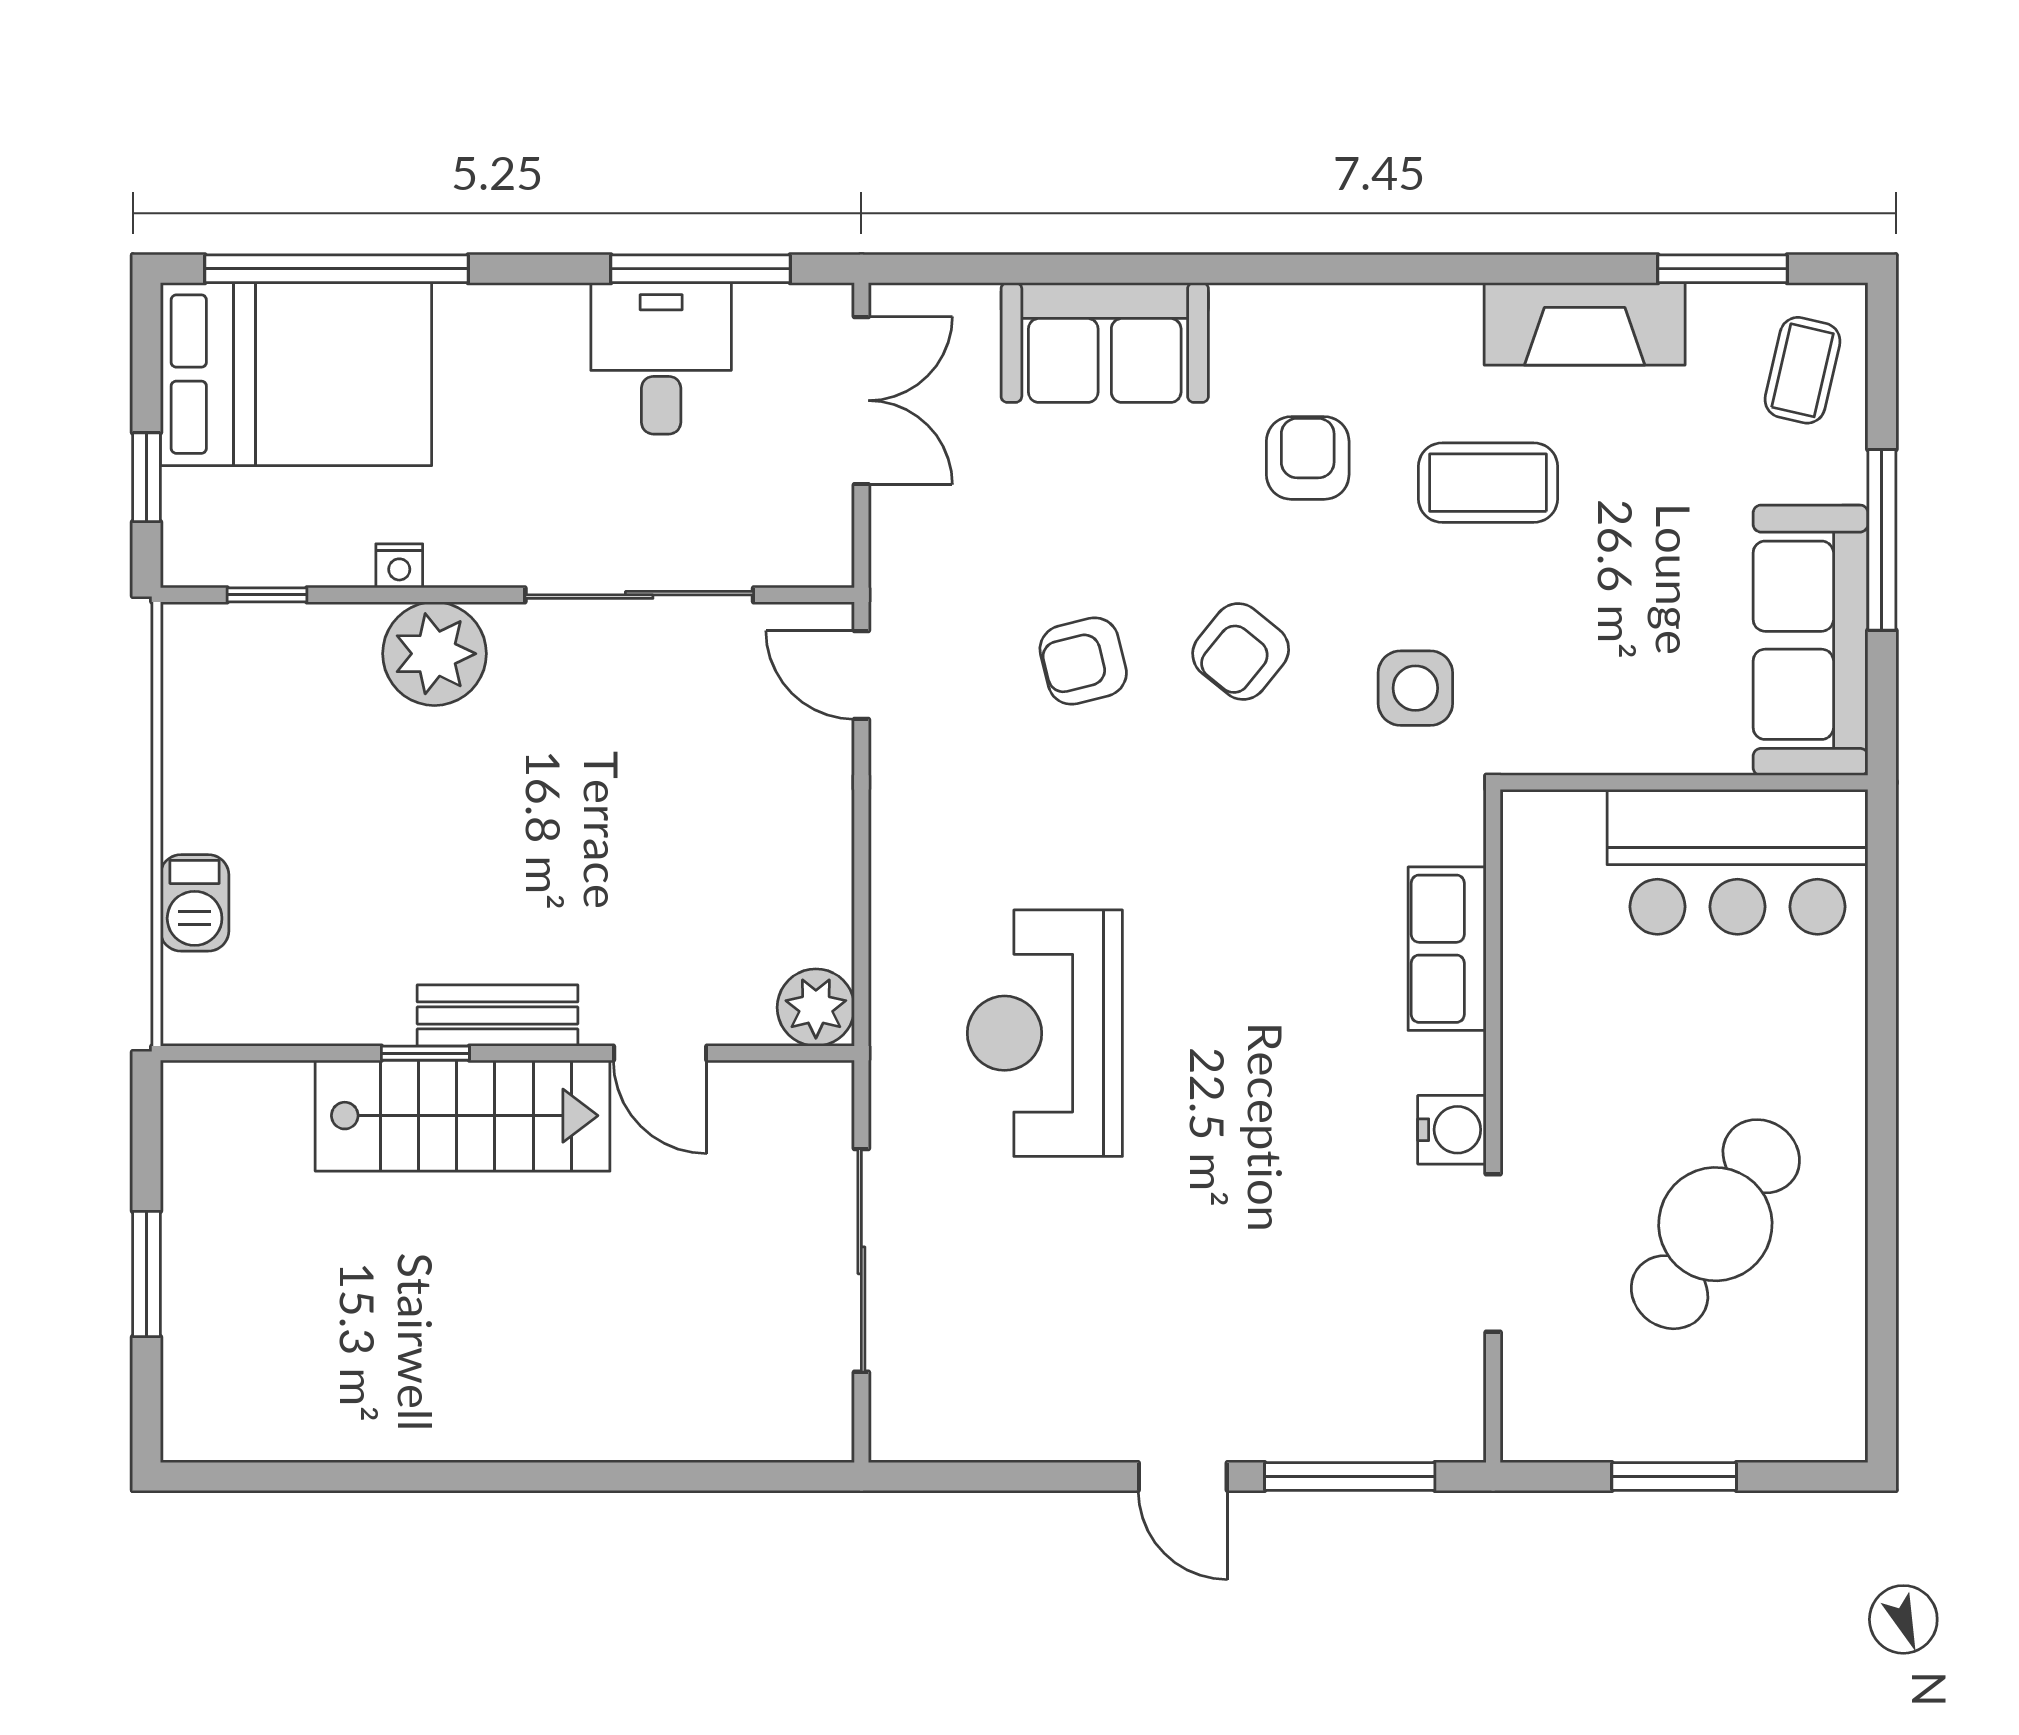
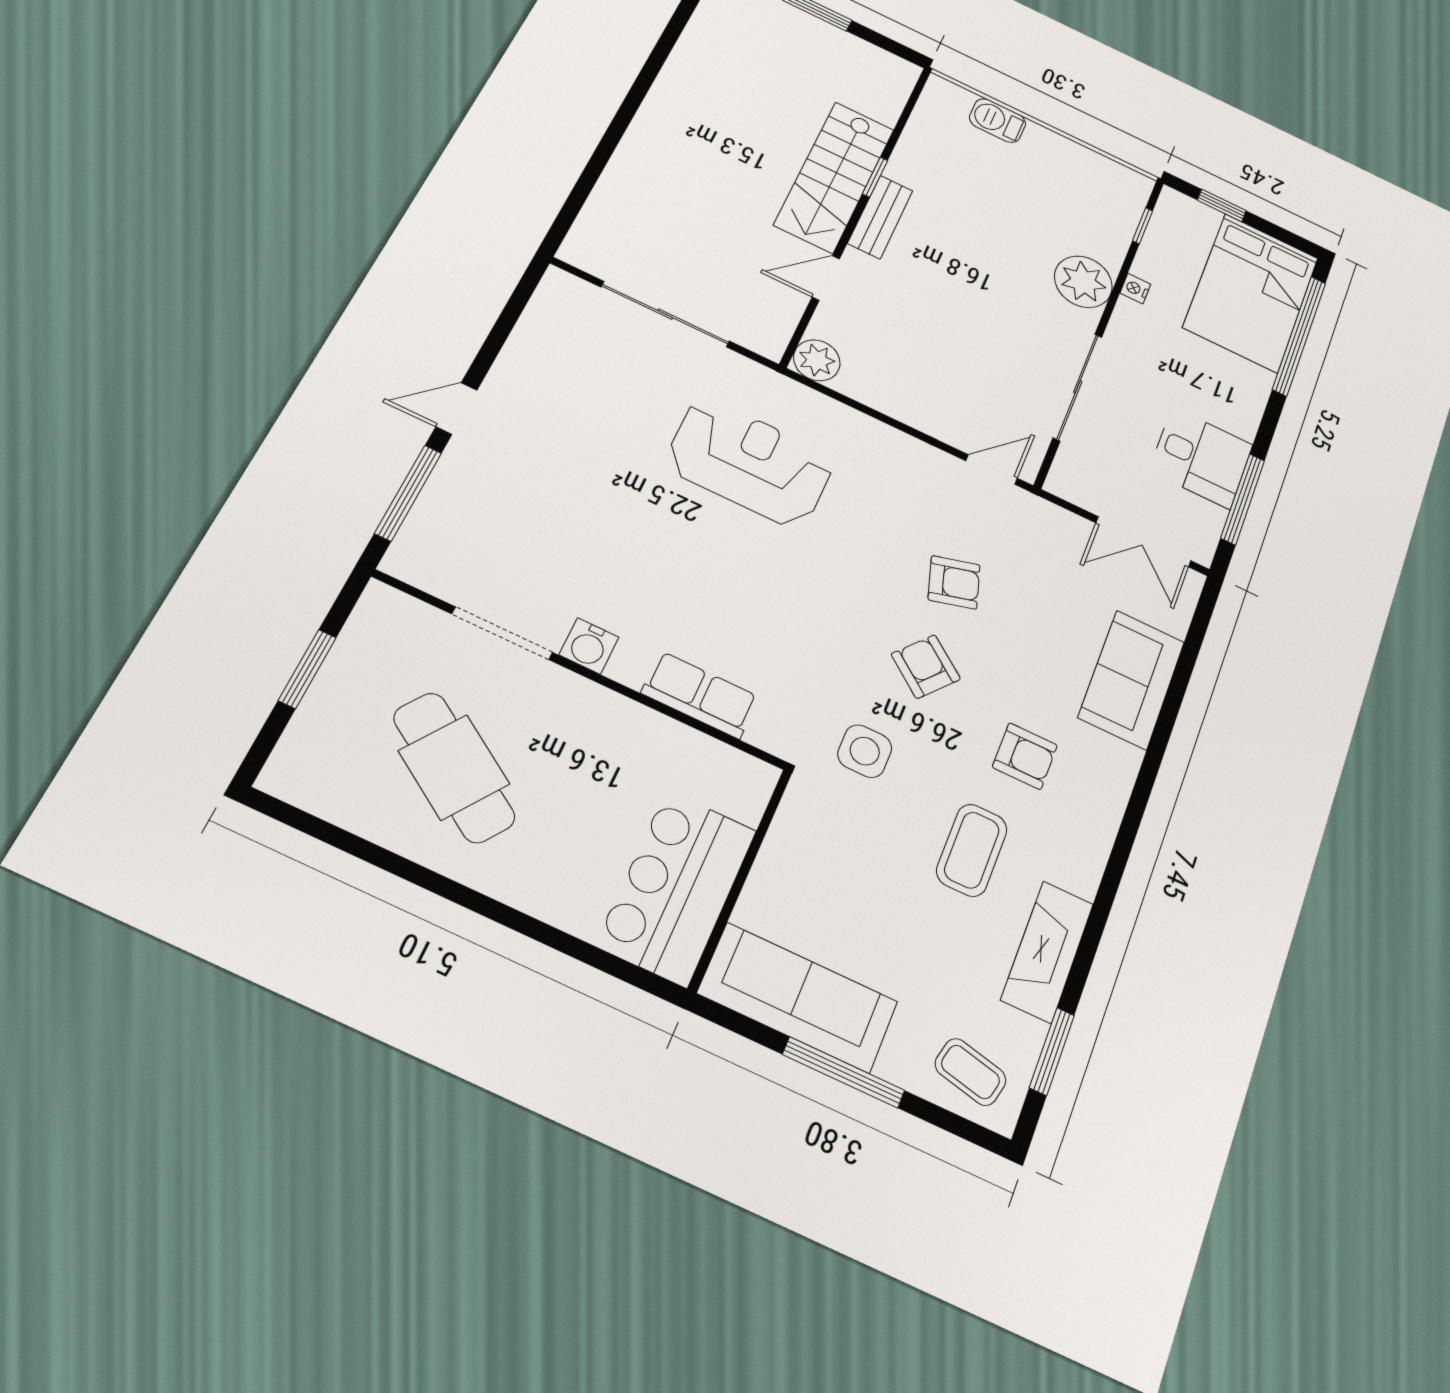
armchair: (1083, 661) -> (954, 582), turned 88

